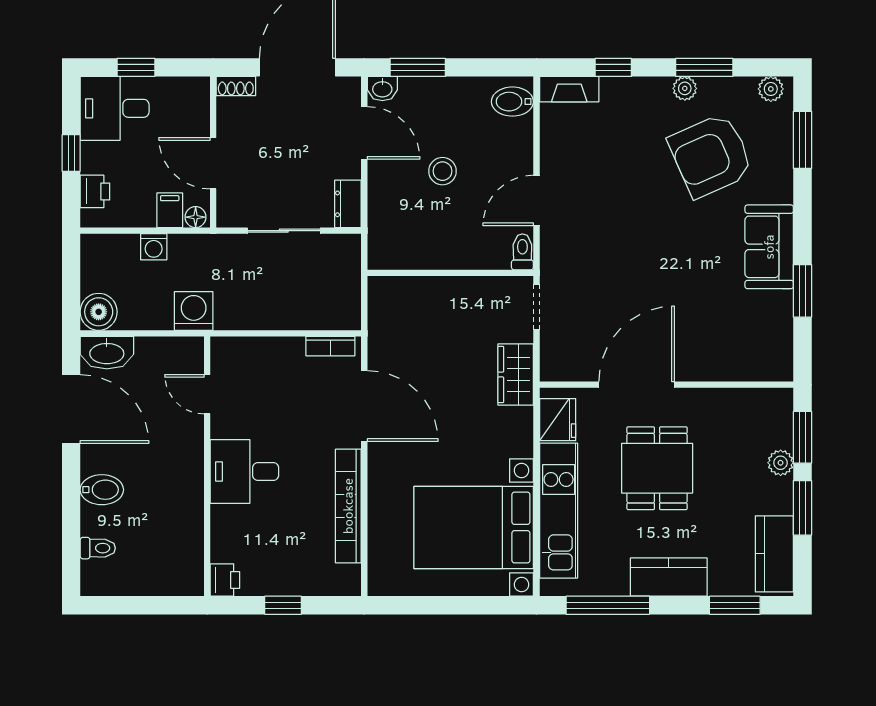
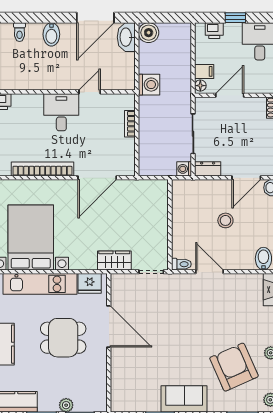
washing machine: (154, 247) -> (184, 169), moved
bookcase: (330, 346) -> (130, 124), moved
door: (207, 394) -> (90, 92), moved

